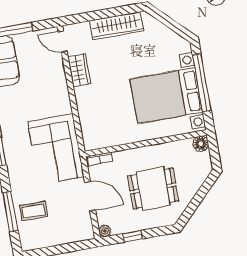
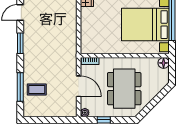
corner sofa: (56, 149) -> (60, 49), removed
dining table: (153, 188) -> (124, 89), width x1.38

